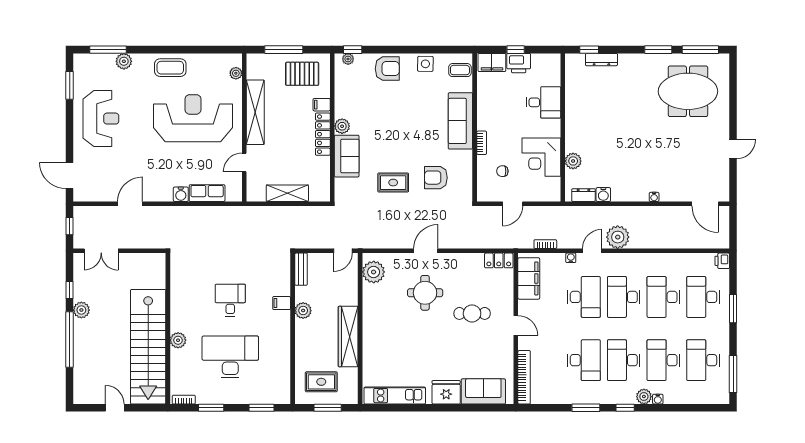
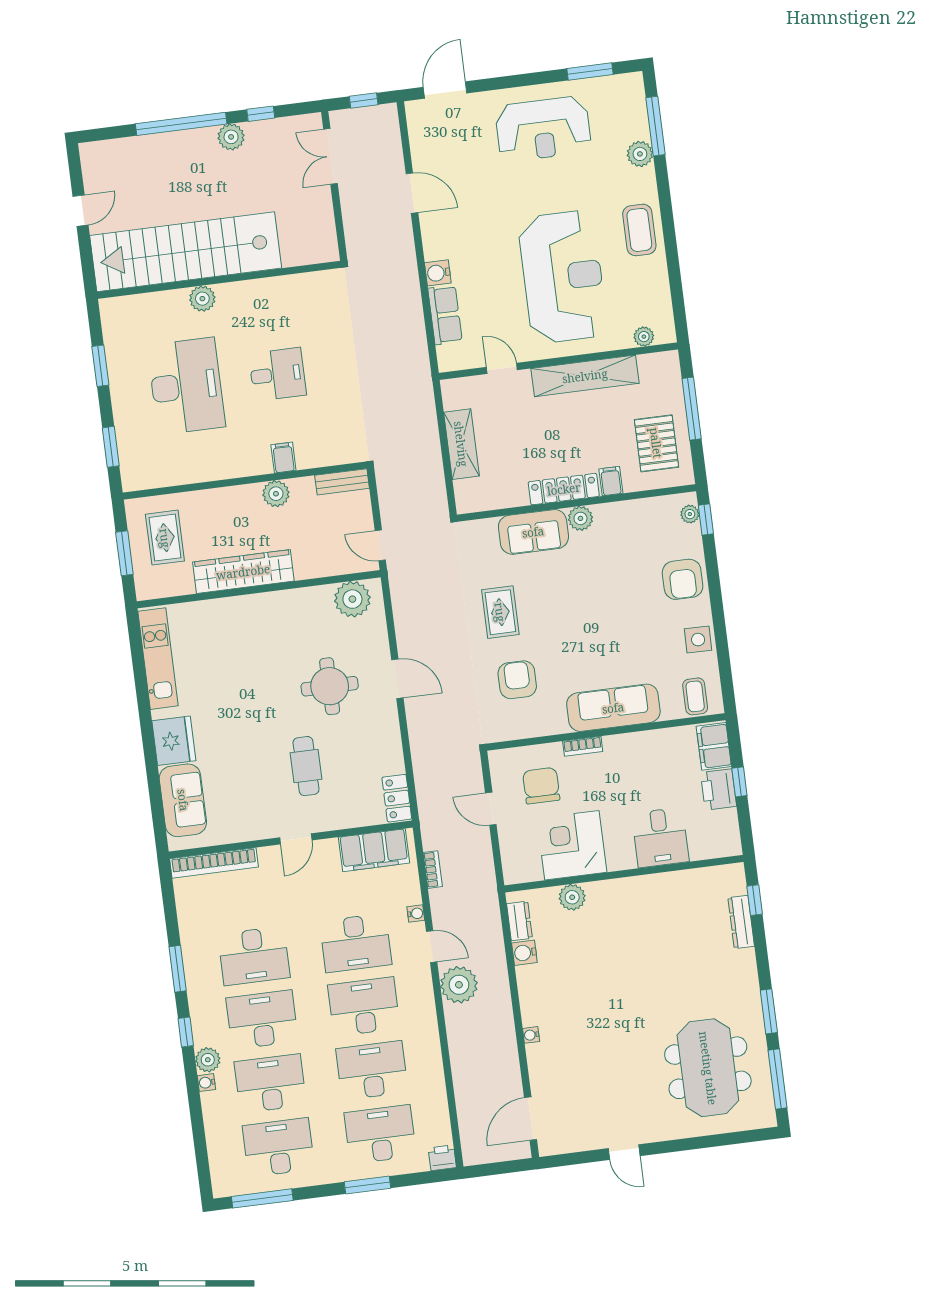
chair: (502, 171) -> (541, 786), width x1.87, depth x1.87
bookcase: (184, 400) -> (108, 320), removed

